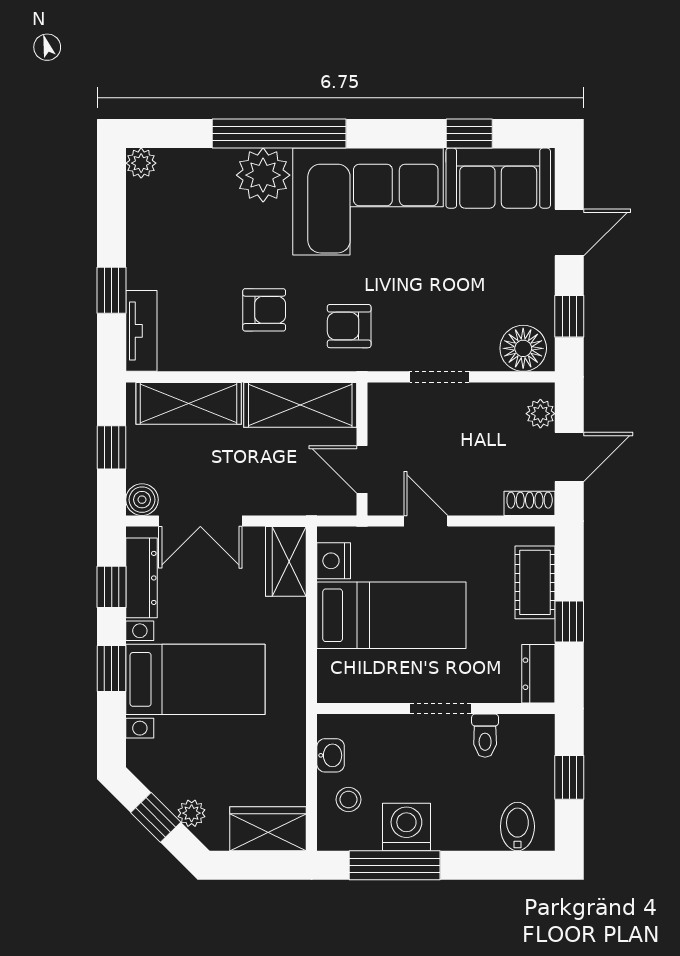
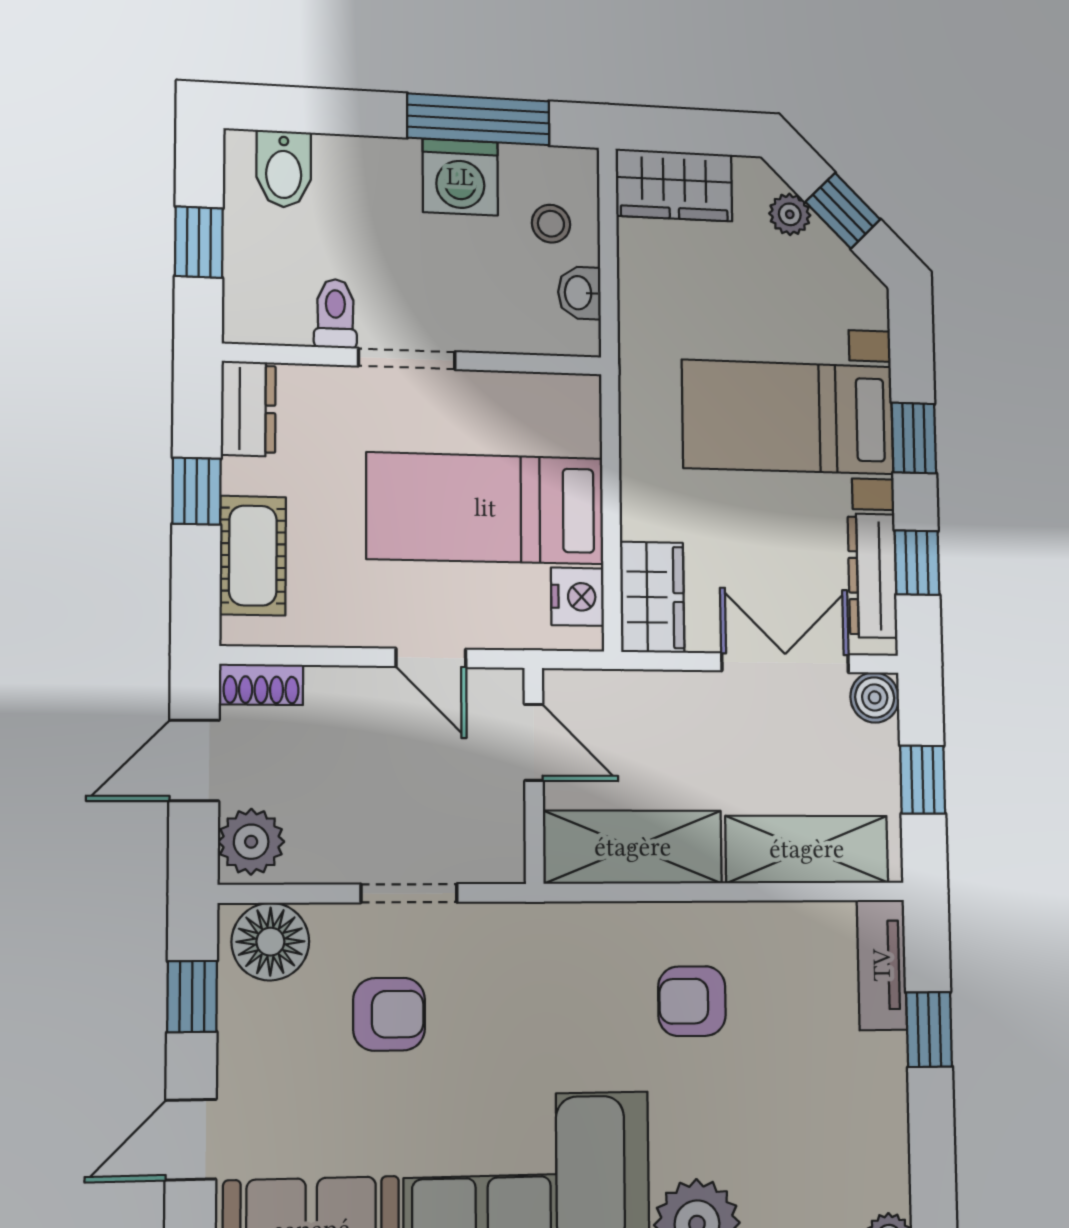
armchair: (349, 326) -> (389, 1014), moved
plant: (540, 414) -> (251, 842), width x1.38, depth x1.38

